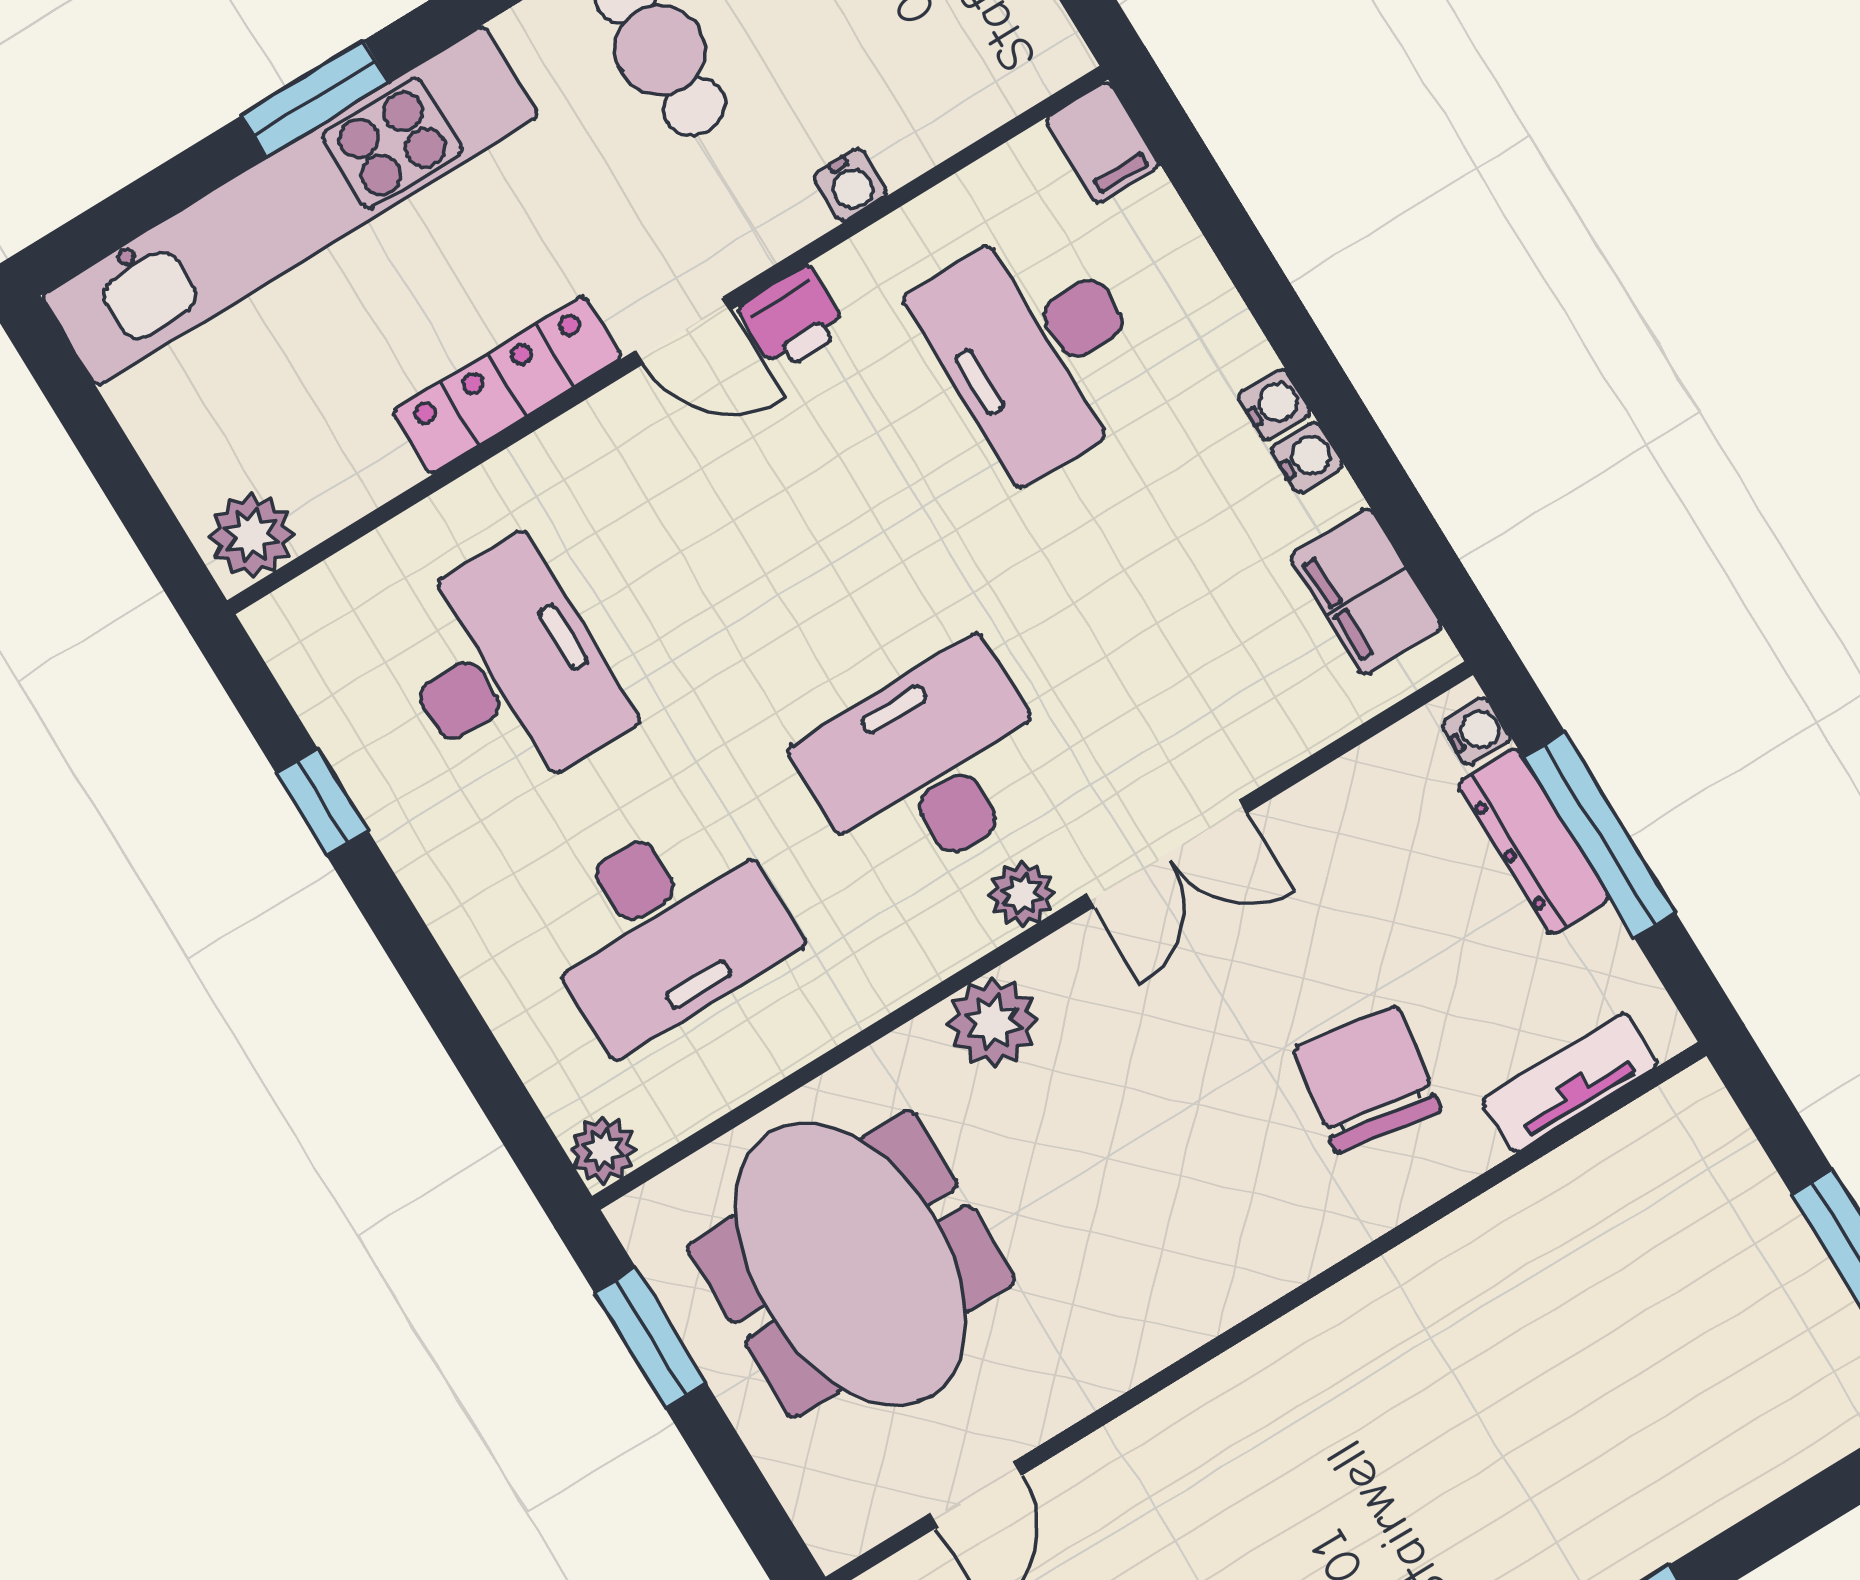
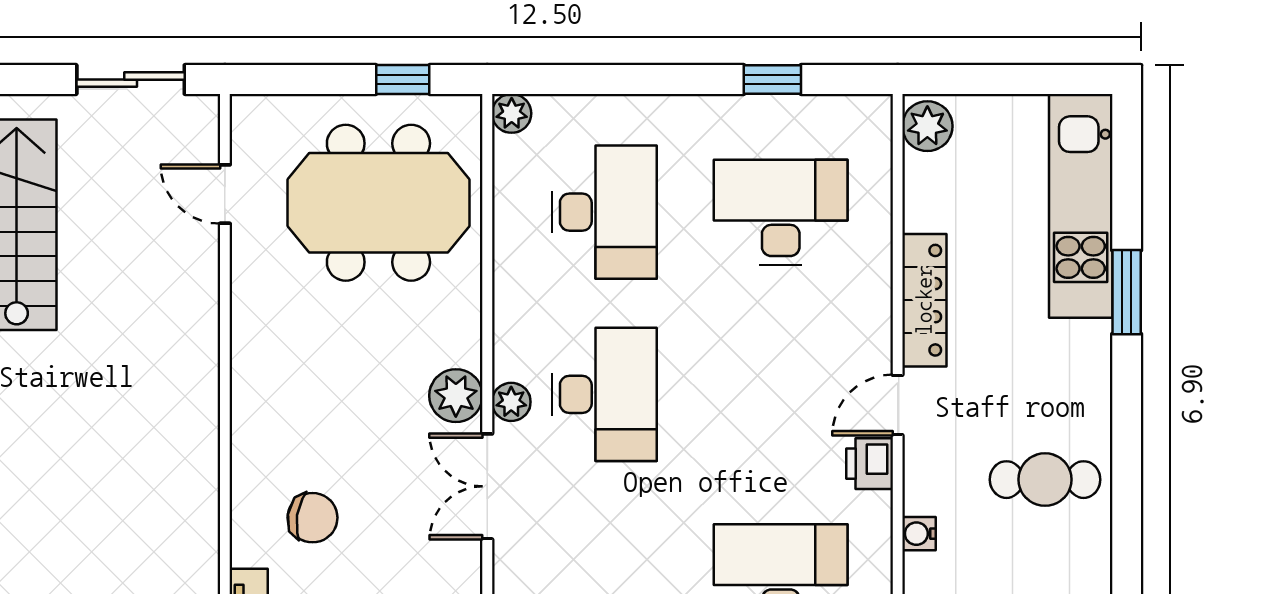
kitchen unit: (290, 206) -> (1081, 206), width x0.73
desk: (507, 672) -> (781, 212), turned 180
desk: (664, 928) -> (604, 212), turned 180
plant: (993, 1022) -> (456, 396), moved
chair: (1367, 1079) -> (313, 518), width x0.73, depth x0.73
window: (651, 1338) -> (403, 80), width x0.67

